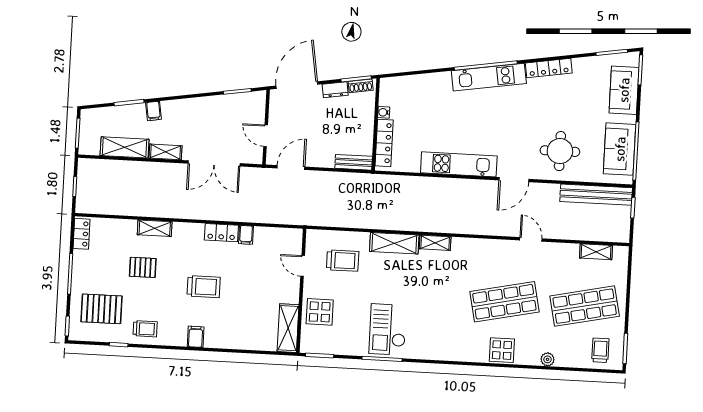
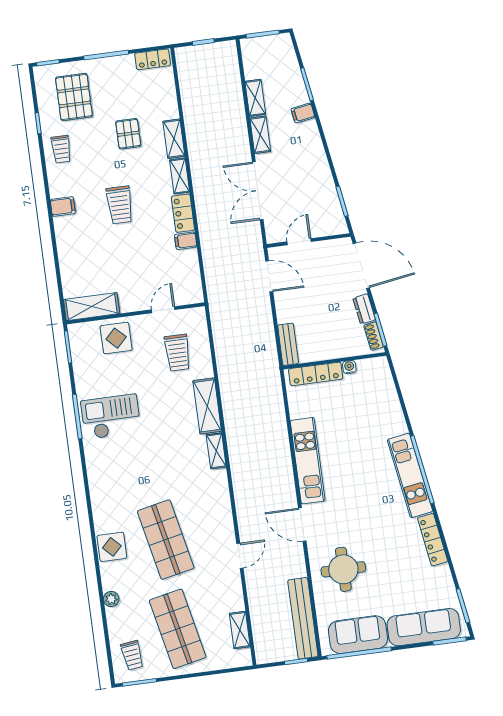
sofa: (624, 90) -> (424, 627), width x1.36
shelving: (125, 147) -> (255, 98), width x0.67, depth x0.75
shelving: (188, 229) -> (180, 176), added
trolley: (600, 350) -> (132, 655), turned 83

